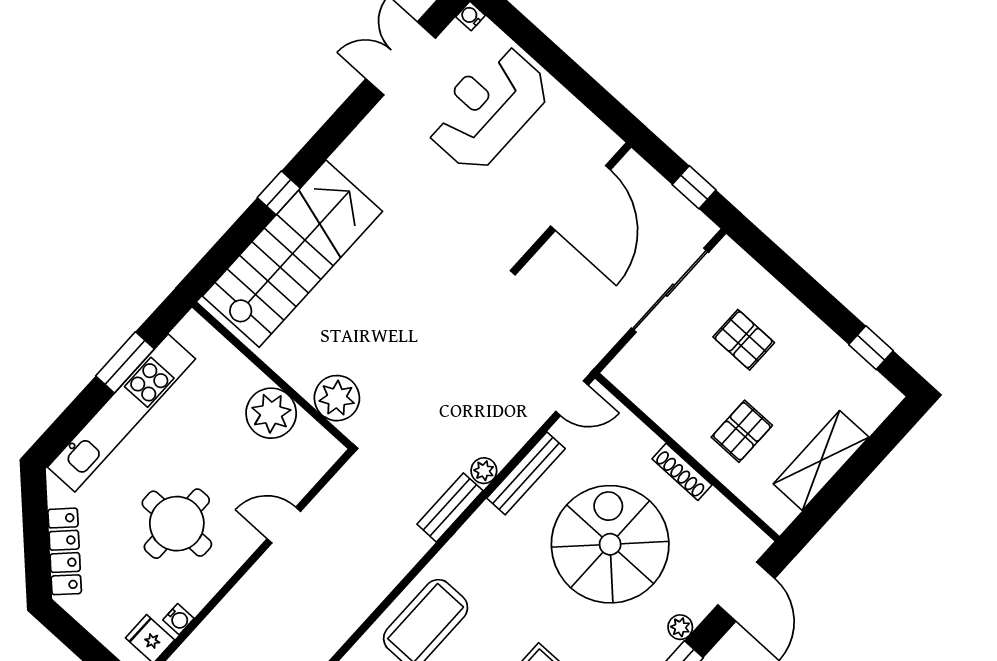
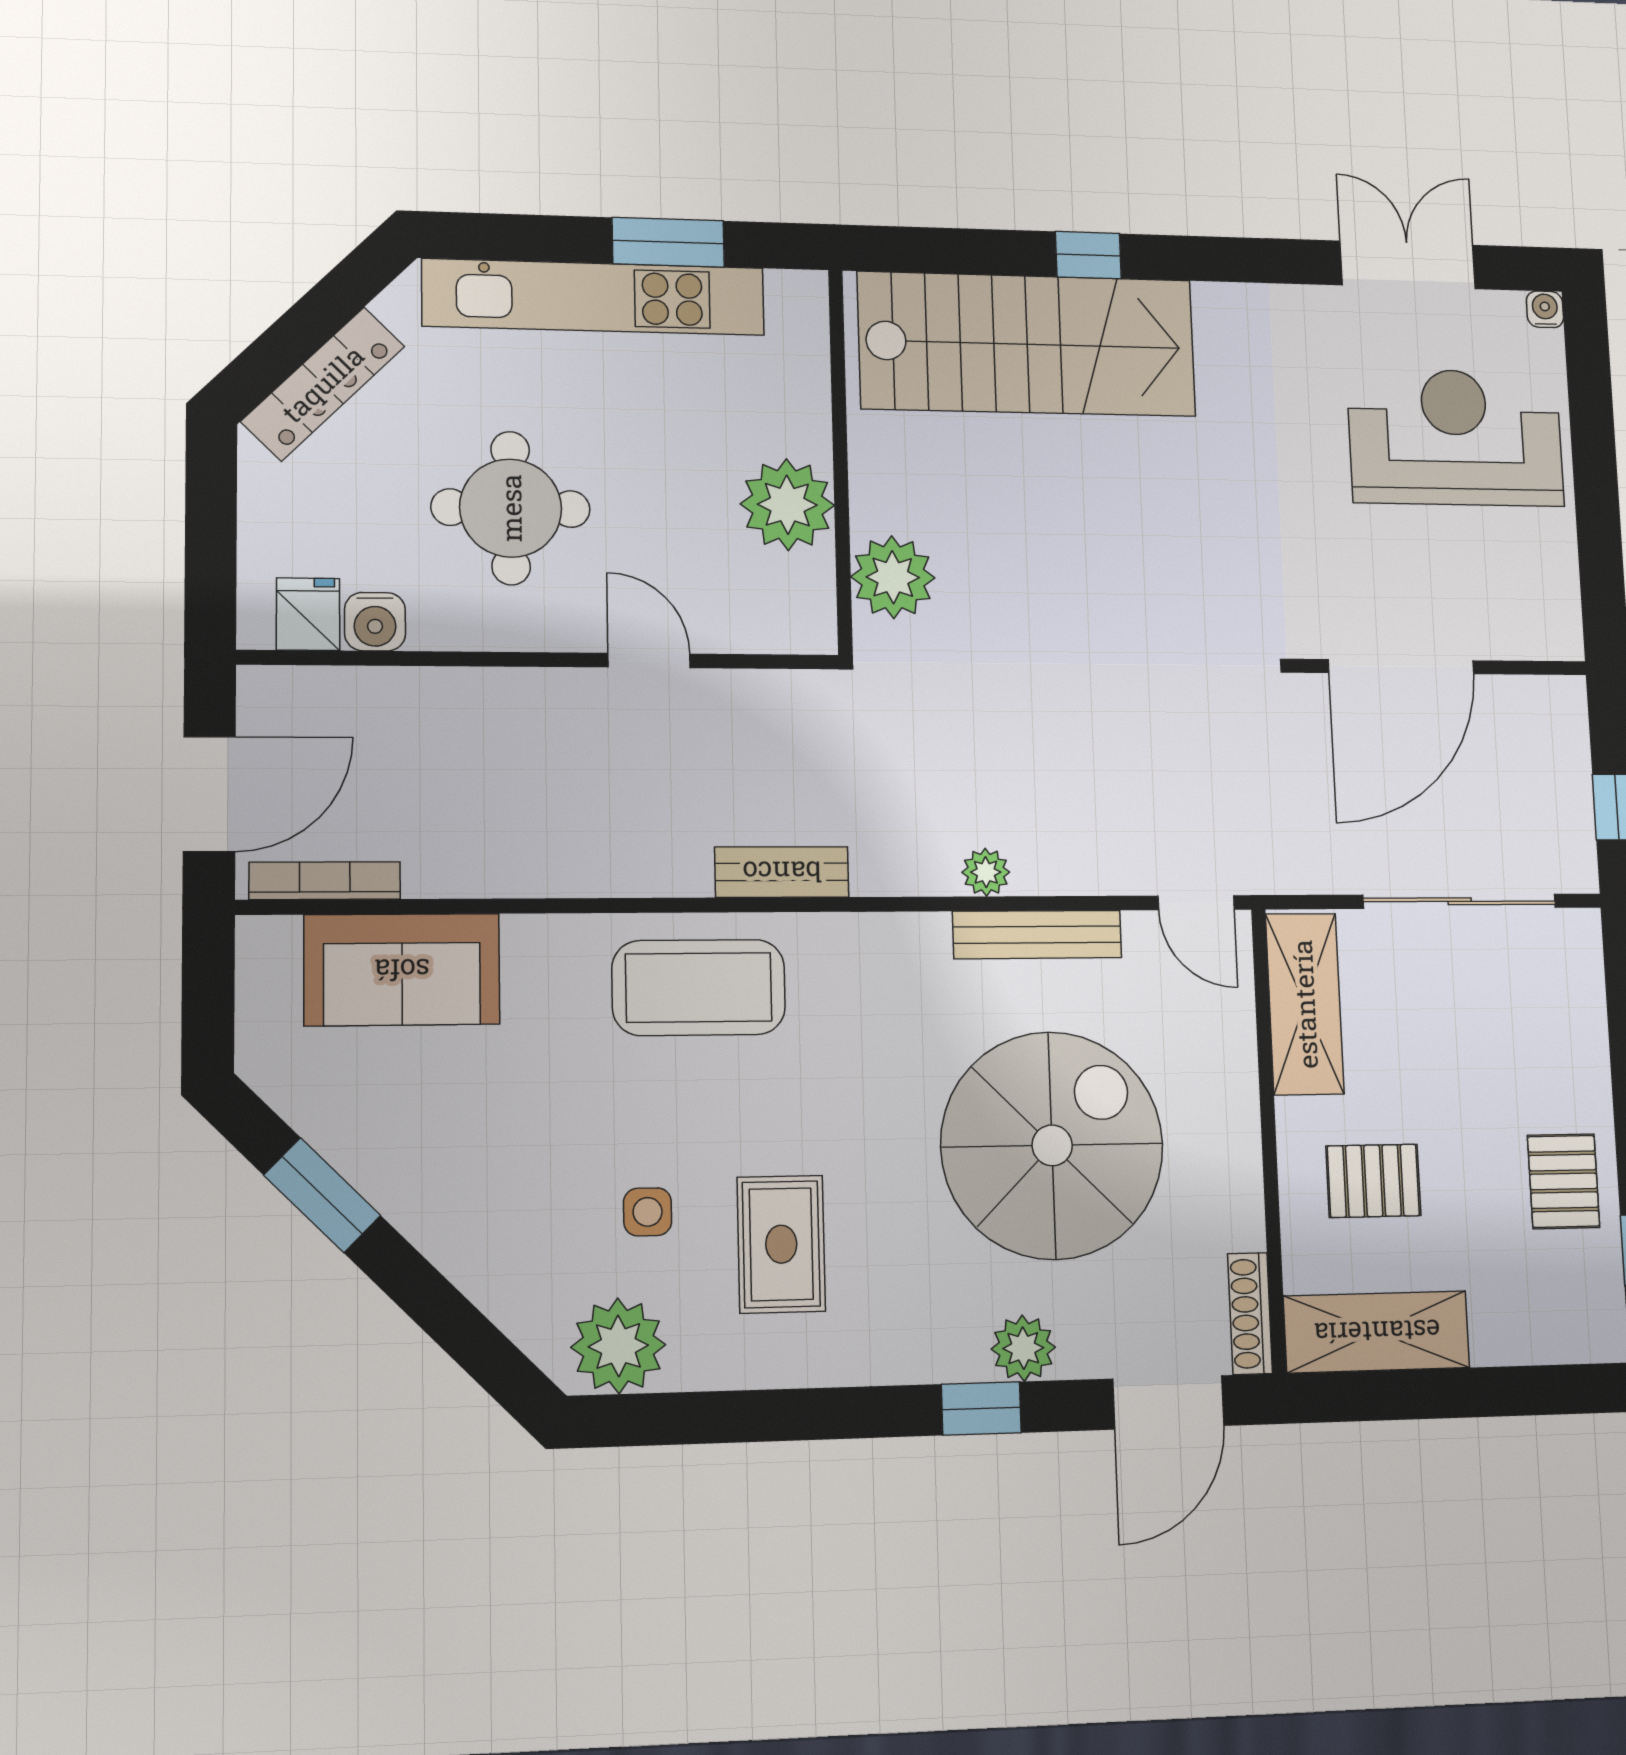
door: (580, 198) -> (1401, 667), moved
pallet: (744, 340) -> (1564, 1181), moved
shelving: (650, 393) -> (1305, 1004), added
shelving: (821, 461) -> (1377, 1332), moved
shoe rack: (682, 472) -> (1250, 1314), moved
bench: (450, 507) -> (782, 872), moved
water cooler: (178, 619) -> (375, 622), width x1.38, depth x1.38
plant: (680, 627) -> (1023, 1348), width x1.38, depth x1.38

